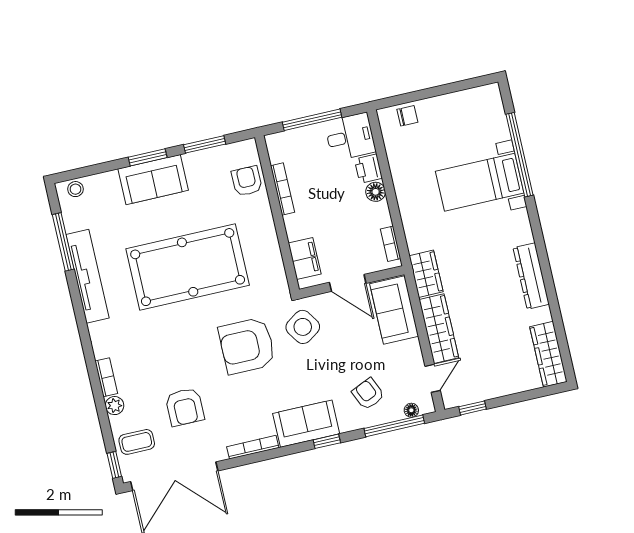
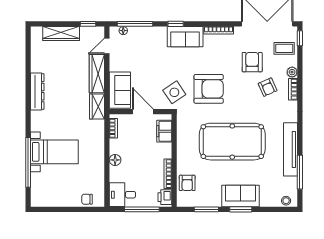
printer: (368, 169) -> (165, 197), moved, turned 180
wardrobe: (548, 354) -> (61, 34), moved, turned 90
armchair: (368, 394) -> (268, 87), moved

